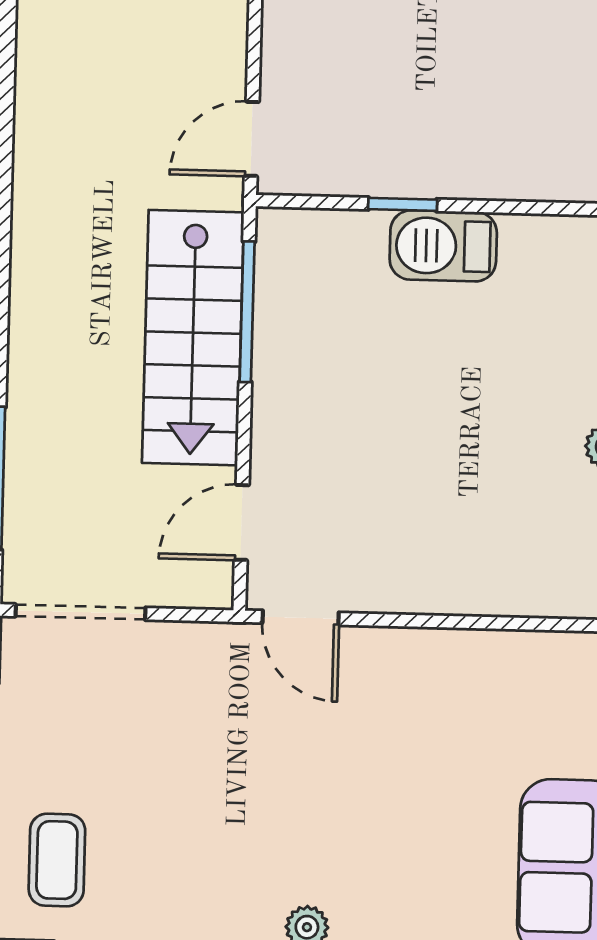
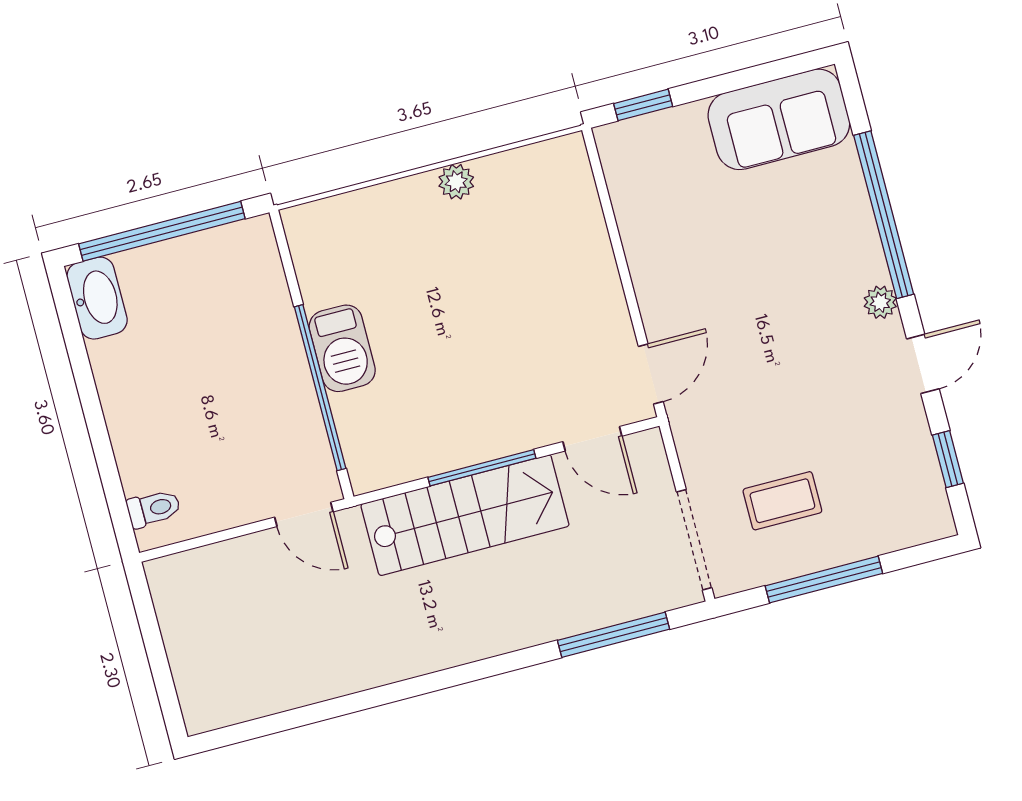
window: (403, 204) -> (320, 388), width x3.17
window: (247, 312) -> (482, 468), moved
coffee table: (57, 860) -> (782, 501), moved

